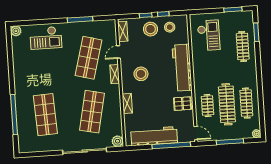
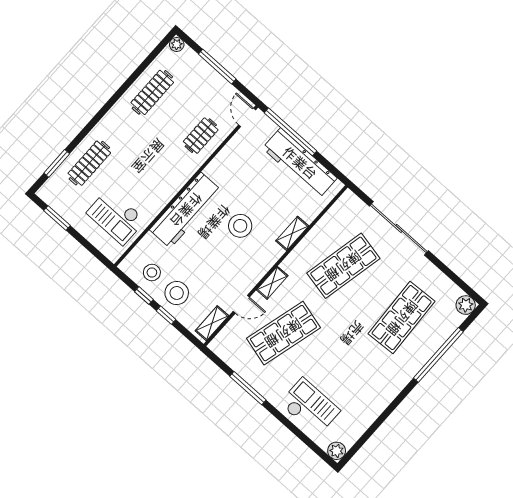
checkout: (209, 35) -> (116, 216), turned -90
stool: (141, 74) -> (240, 226), moved
pallet: (182, 104) -> (228, 168), removed
clothes rail: (227, 104) -> (176, 114), removed
plant: (118, 141) -> (466, 305), moved

